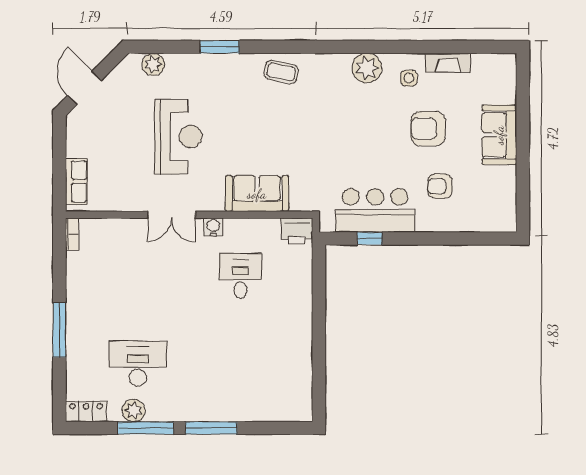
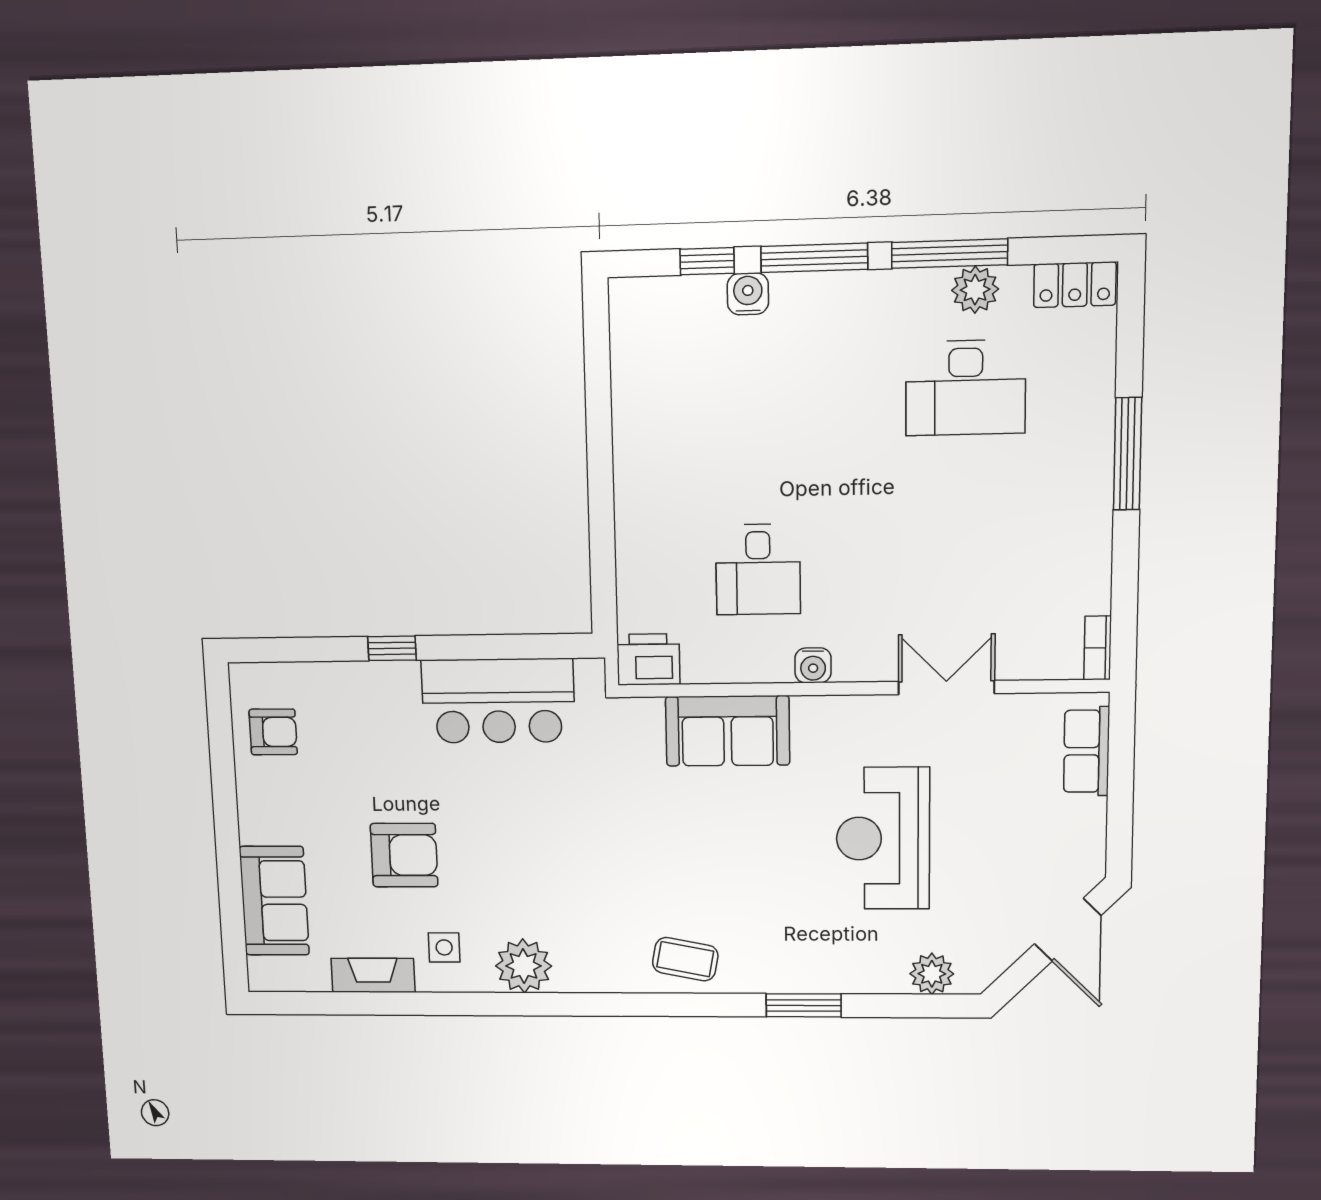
sofa: (499, 135) -> (274, 901), moved
armchair: (440, 186) -> (273, 732), moved
double door: (171, 215) -> (946, 687), moved
window: (370, 238) -> (392, 648), moved
water cooler: (244, 412) -> (748, 294), added
window: (263, 428) -> (707, 261), added

